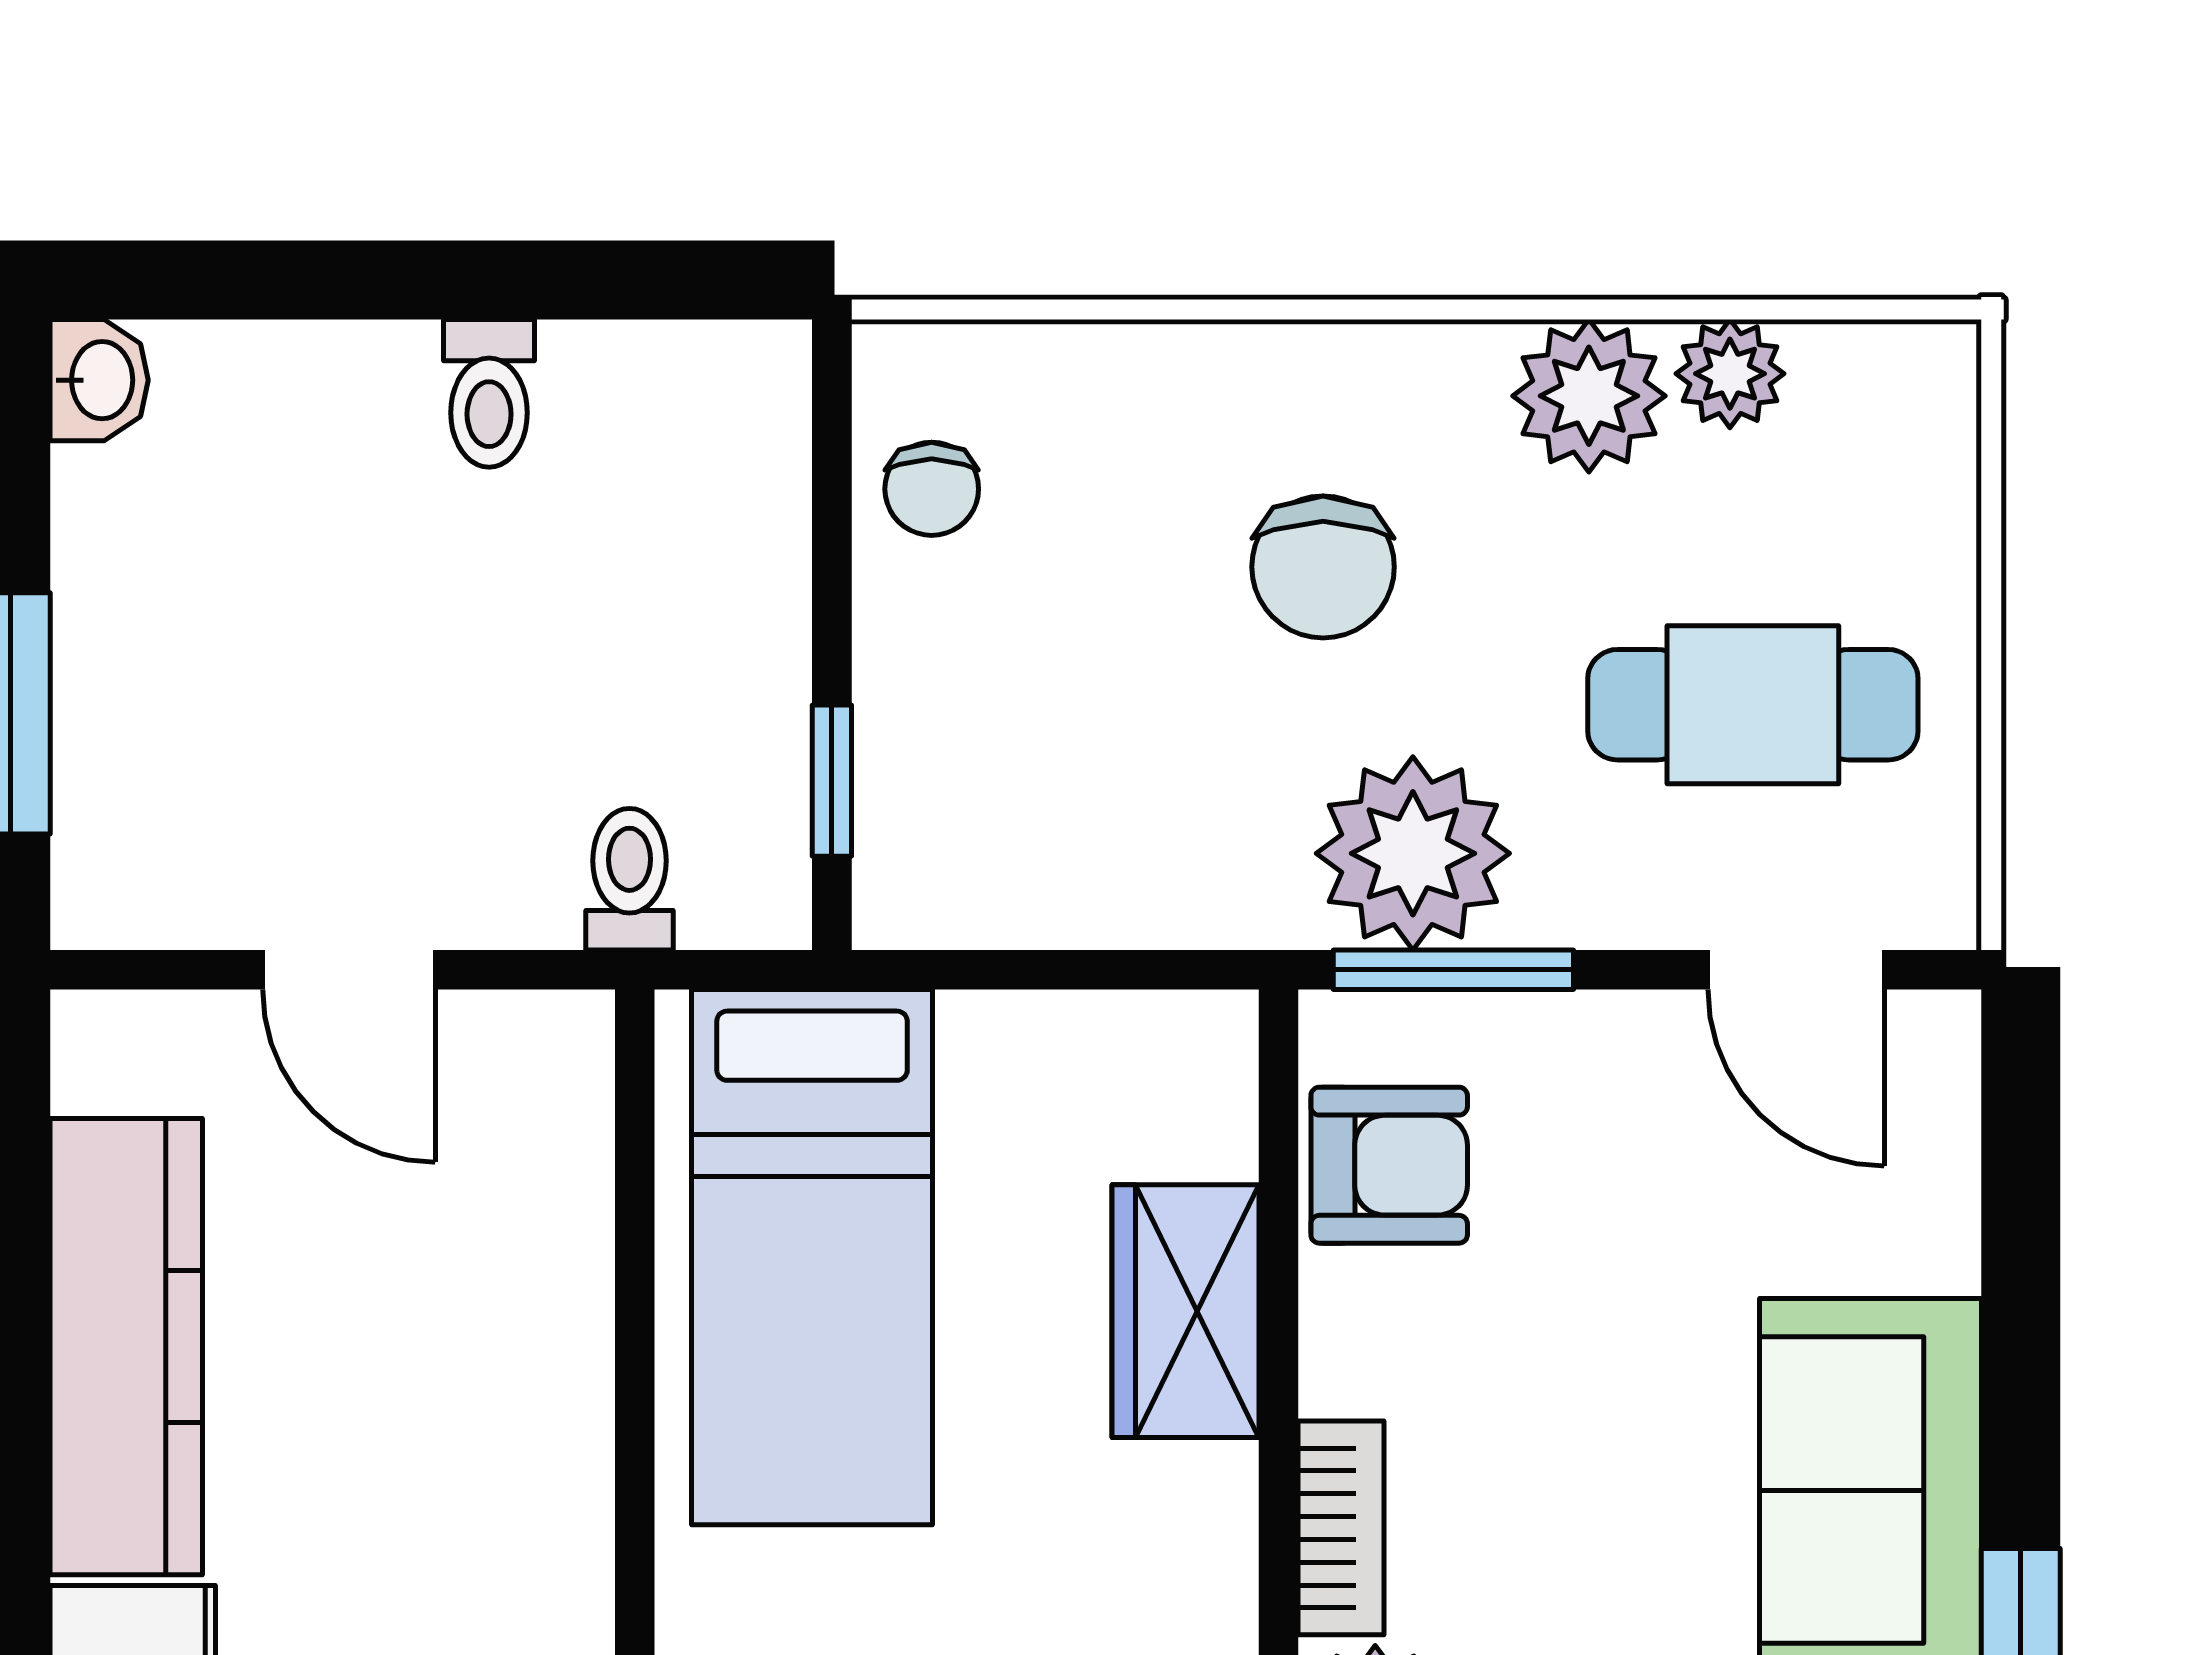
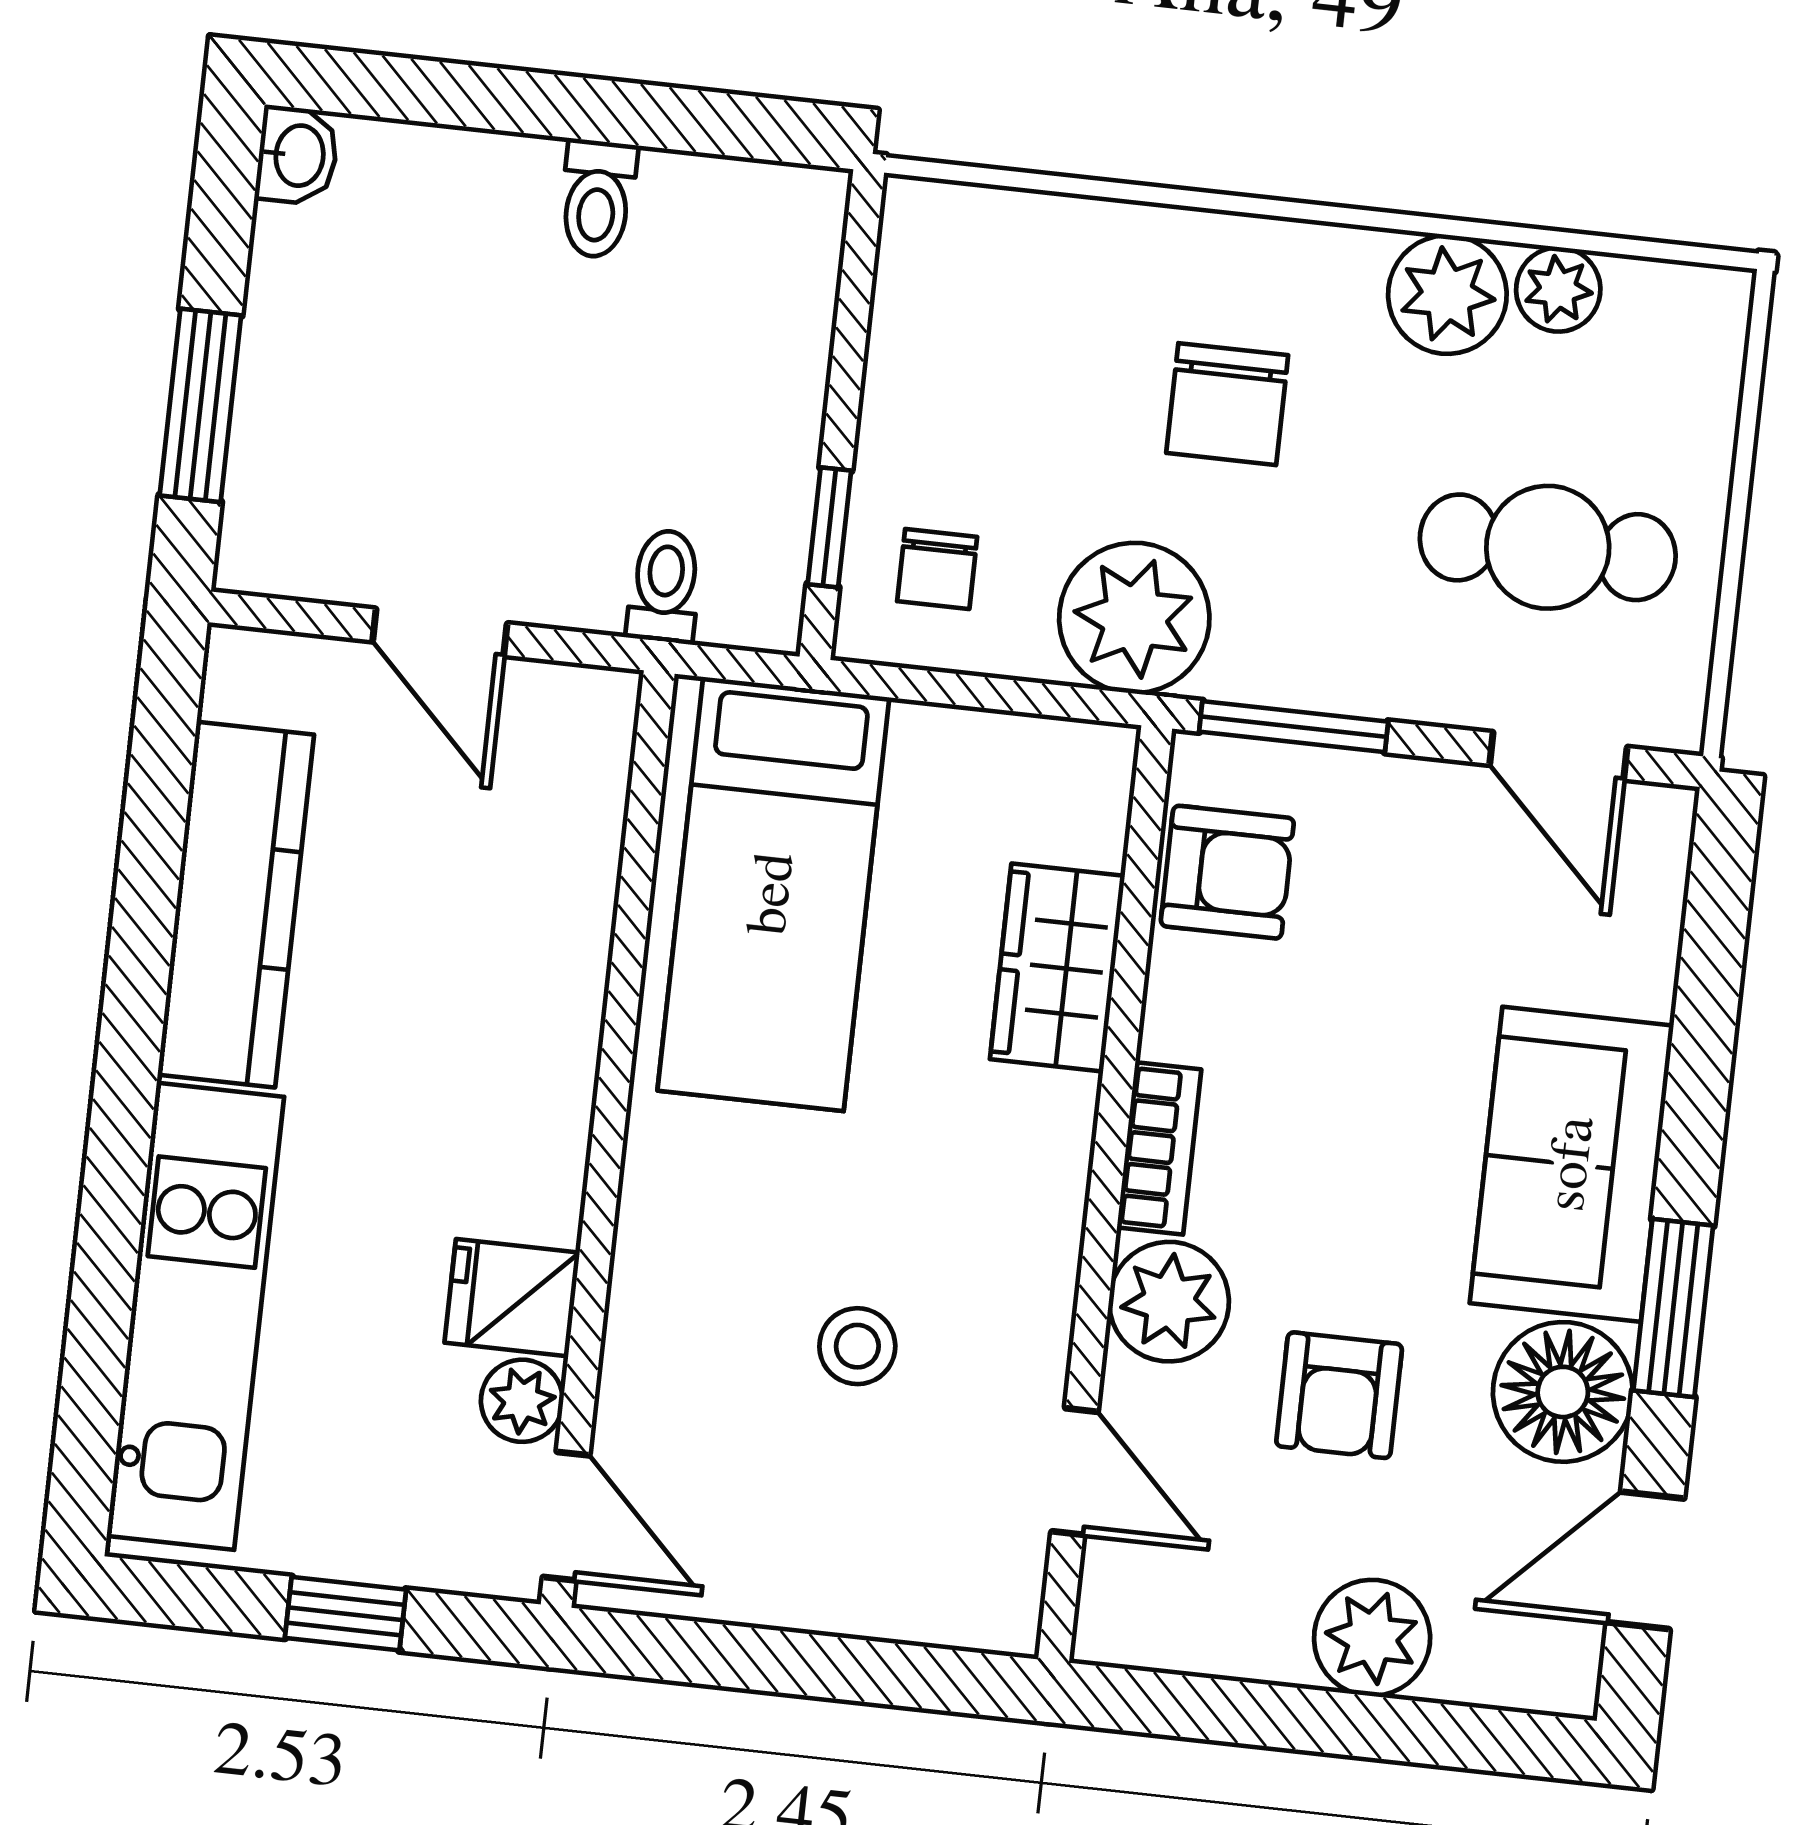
chair: (932, 489) -> (937, 569), moved
plant: (1413, 853) -> (1134, 618), moved

